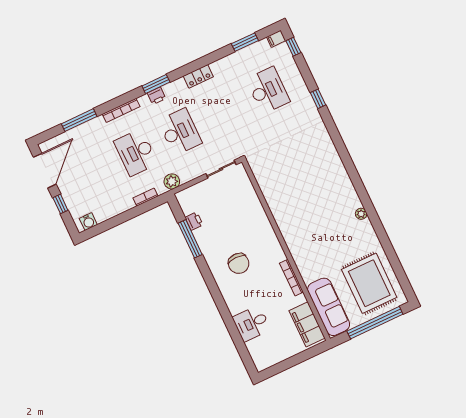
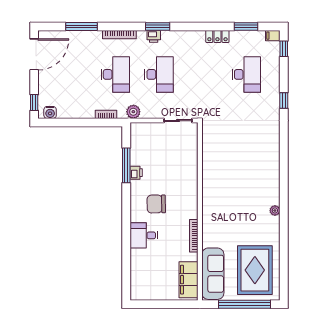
locker: (198, 76) -> (217, 36), moved
desk: (136, 152) -> (115, 74), turned 180
window: (60, 204) -> (34, 102), moved
printer: (194, 221) -> (136, 173), moved
chair: (239, 263) -> (156, 204), turned 89
desk: (252, 323) -> (144, 235), moved

